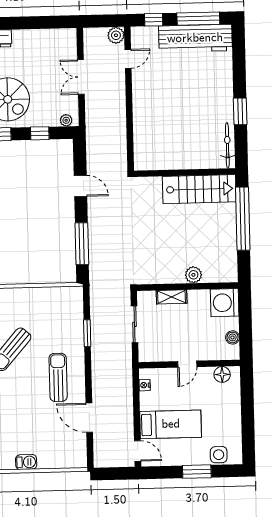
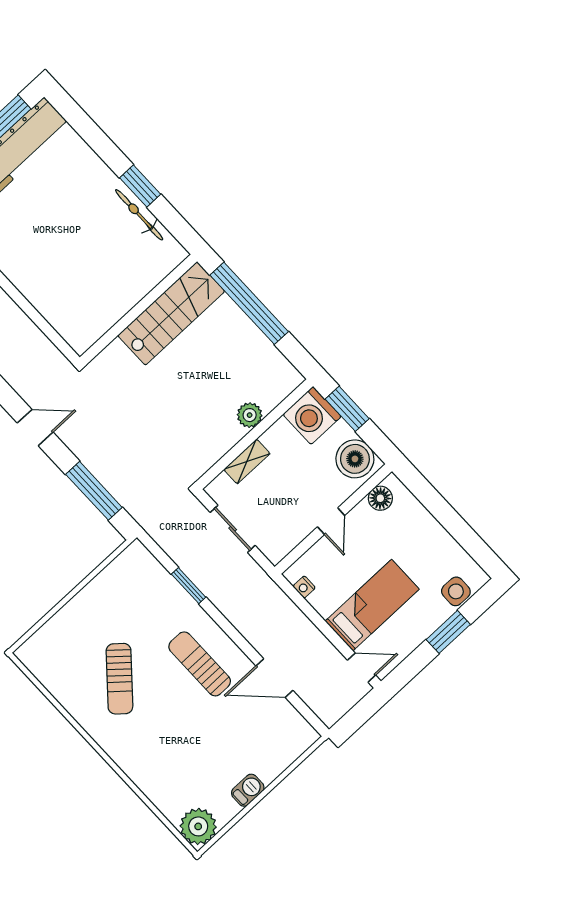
bicycle: (227, 145) -> (139, 215), moved
window: (245, 315) -> (347, 409), added
boiler: (233, 337) -> (355, 459), width x1.86, depth x1.86

